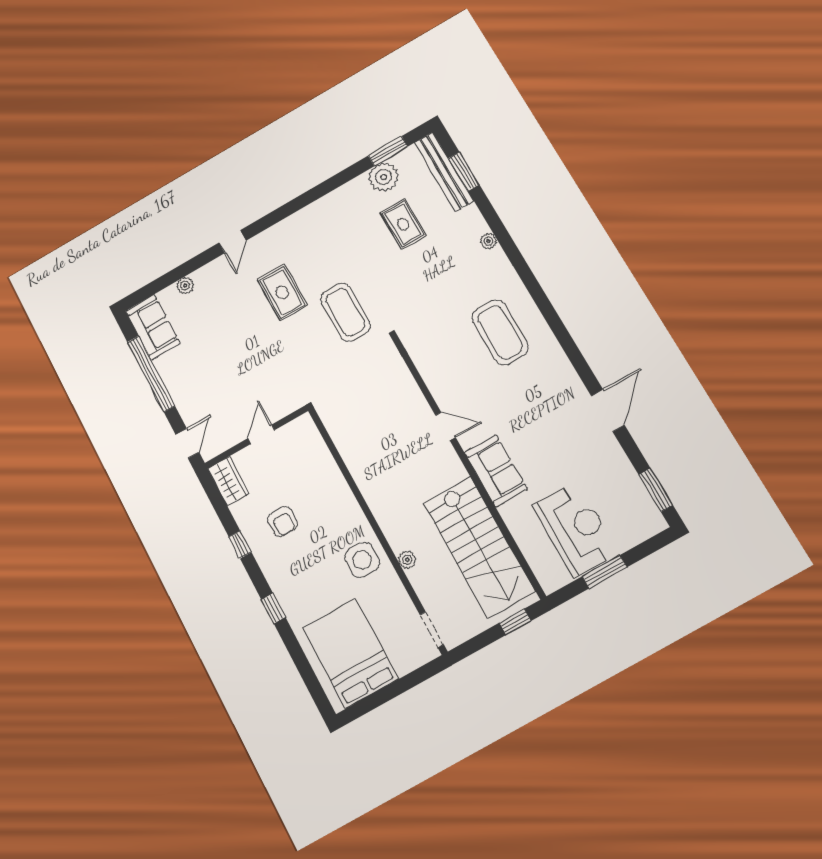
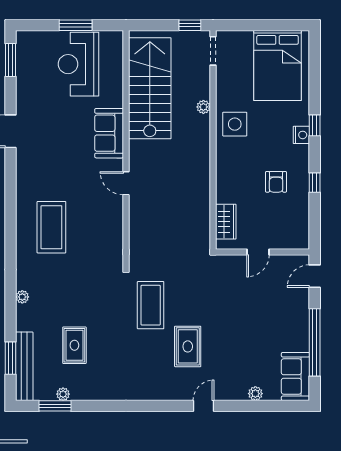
plant: (384, 177) -> (63, 394), width x0.53, depth x0.53
wardrobe: (228, 481) -> (226, 222), moved, turned 180
armchair: (282, 521) -> (276, 182), turned 180
nightstand: (282, 589) -> (301, 135), added
window: (515, 622) -> (190, 25), moved

